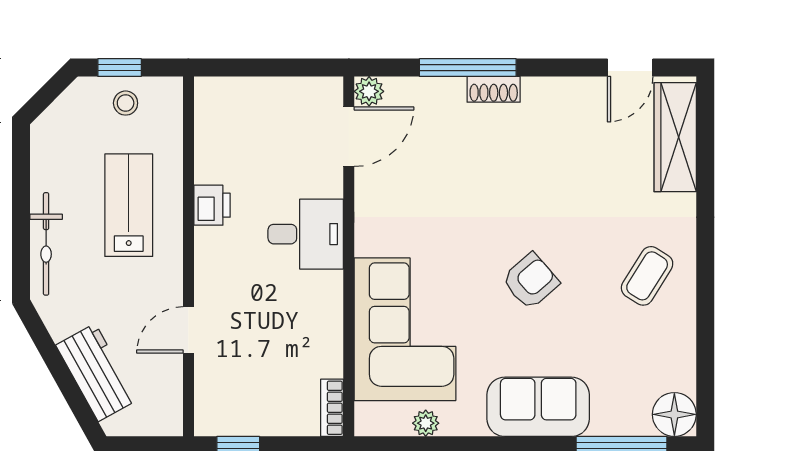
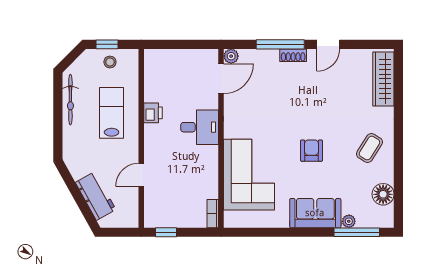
door: (630, 68) -> (328, 44), moved
bicycle: (46, 244) -> (70, 100), moved
armchair: (531, 281) -> (312, 151), turned -49
floor lamp: (674, 414) -> (383, 194), moved
plant: (426, 423) -> (349, 221), moved

